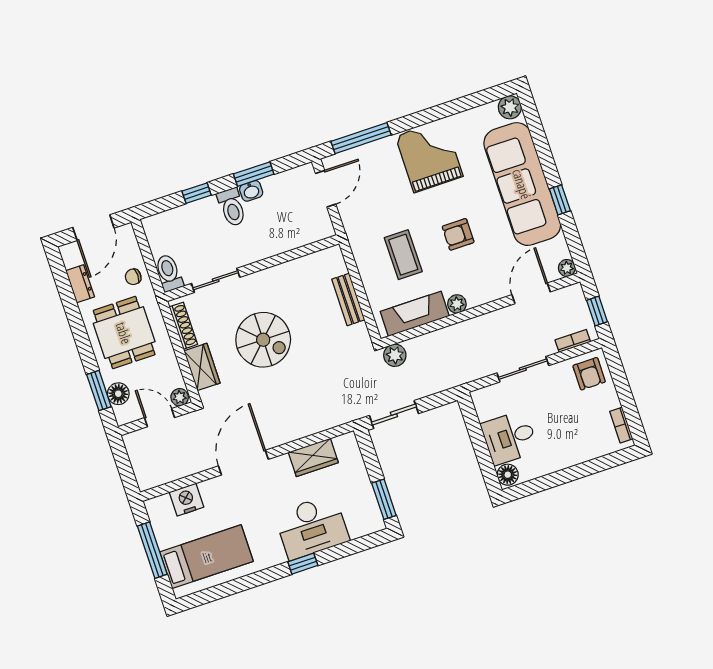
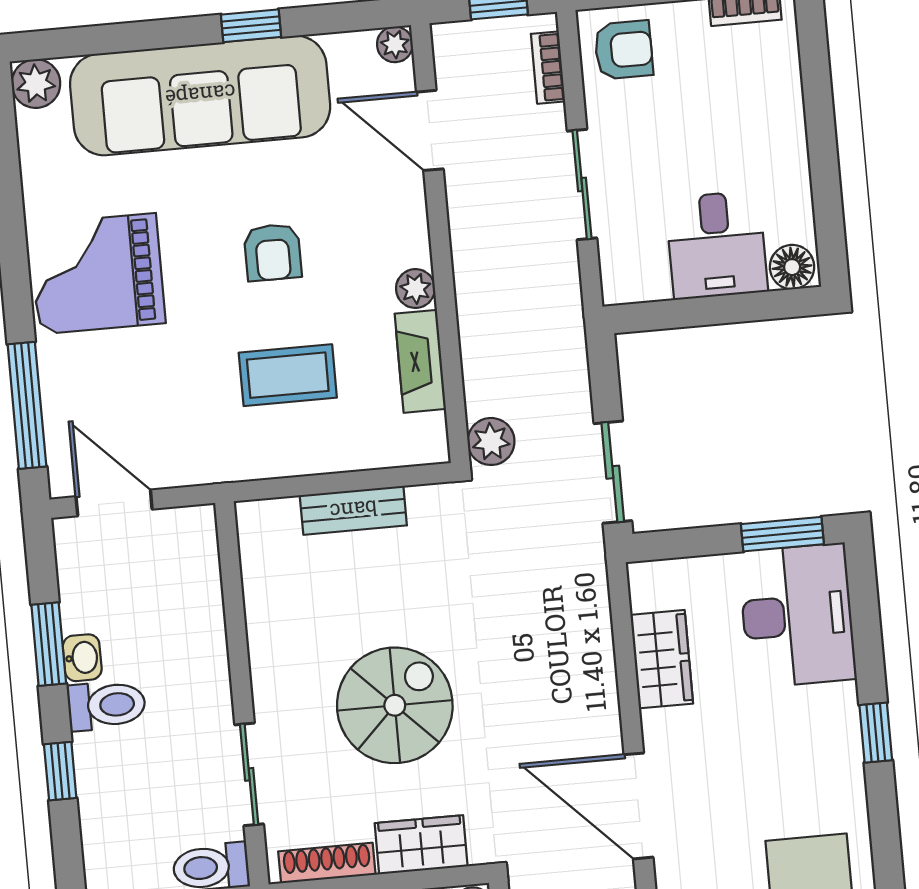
fireplace: (415, 314) -> (420, 361), width x0.73, depth x0.76
desk: (312, 527) -> (797, 615), moved

